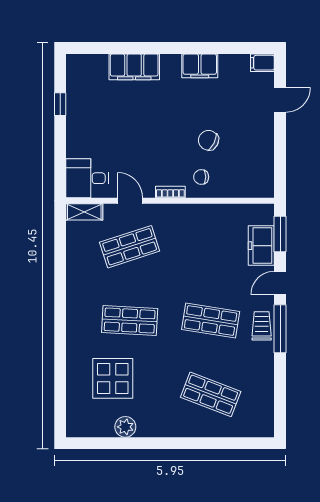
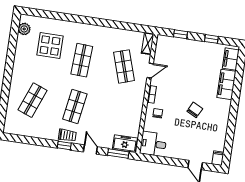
filing cabinet: (200, 66) -> (231, 59), moved
chair: (208, 140) -> (195, 110), moved
window: (60, 158) -> (180, 34), added
desk: (87, 178) -> (153, 144), moved, turned -90
freezer: (261, 246) -> (125, 144), moved
window: (280, 329) -> (64, 146), width x0.46
plant: (125, 427) -> (24, 29), moved

